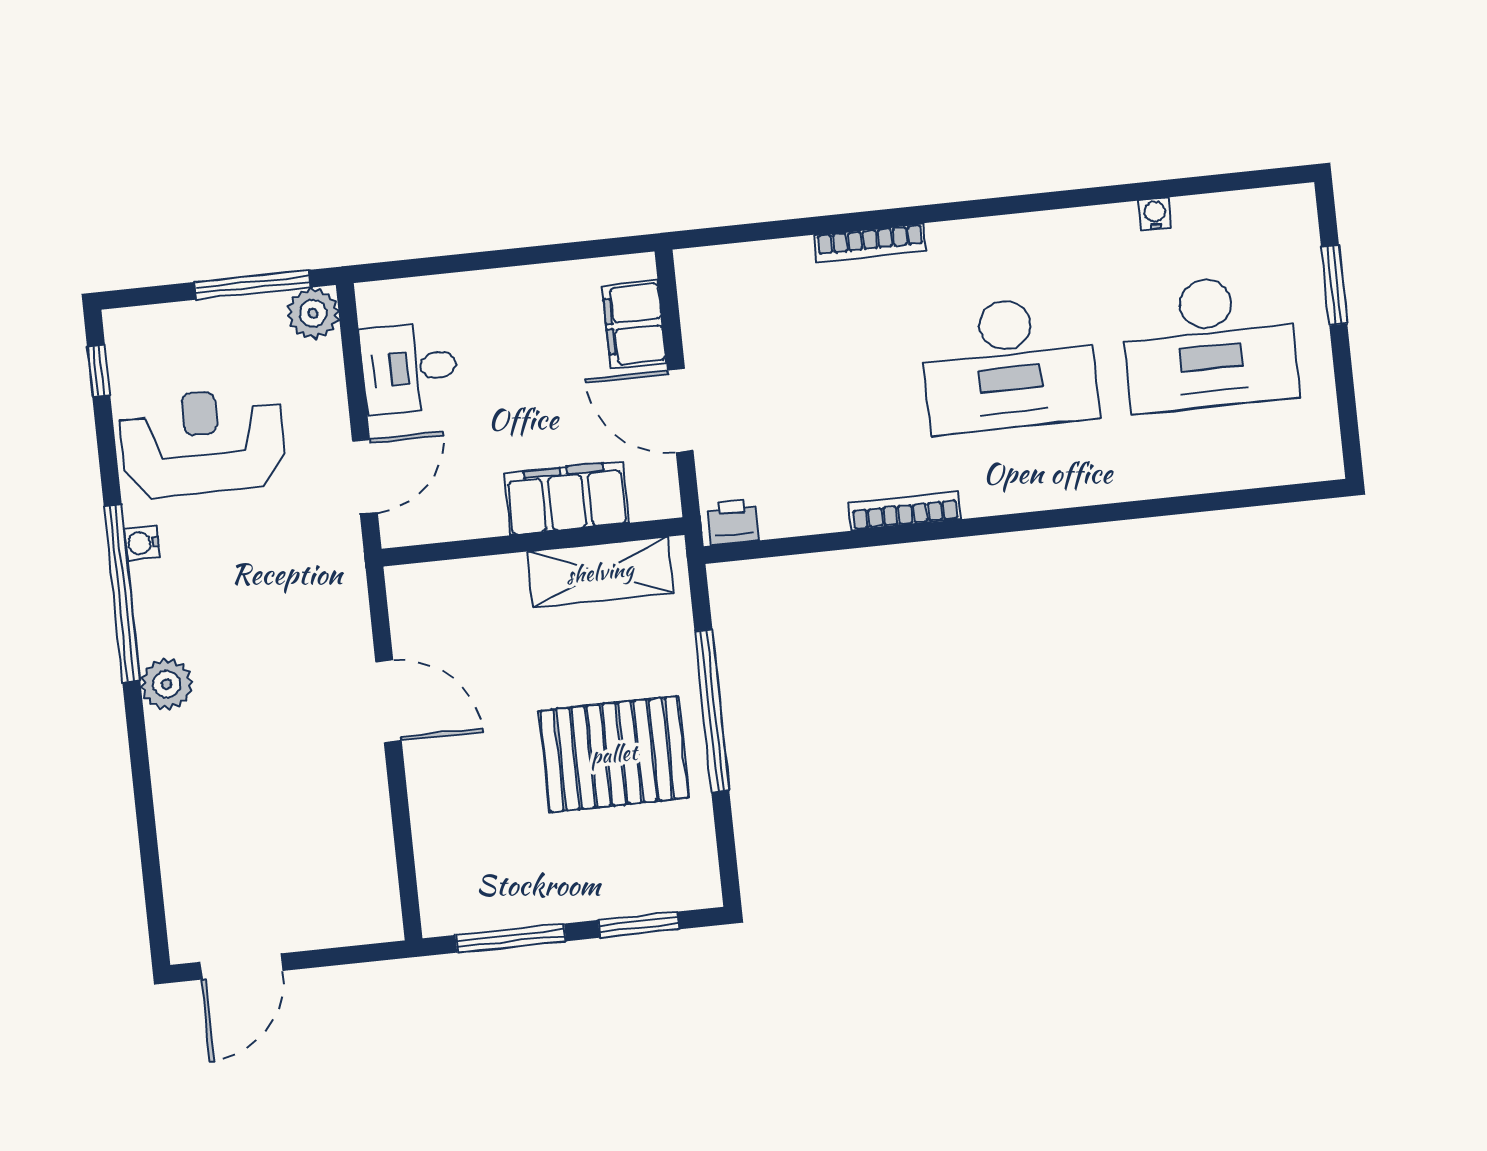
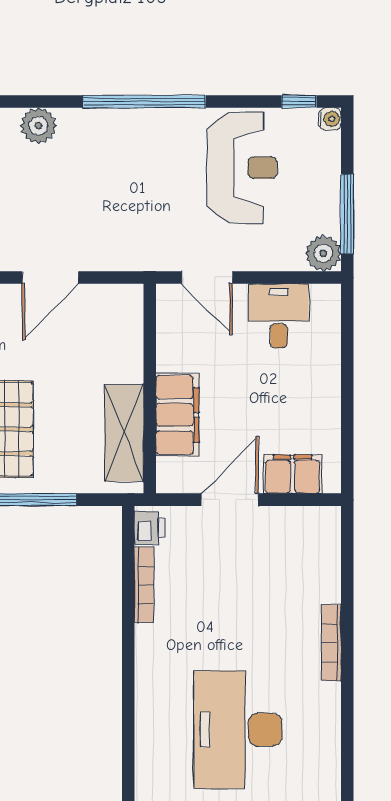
bookcase: (905, 511) -> (144, 585), moved
water cooler: (142, 543) -> (330, 119), moved, turned 90
plant: (167, 684) -> (38, 126), moved

